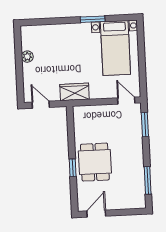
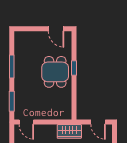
window: (148, 180) -> (12, 66), moved
door: (96, 214) -> (56, 29), hinge flipped

